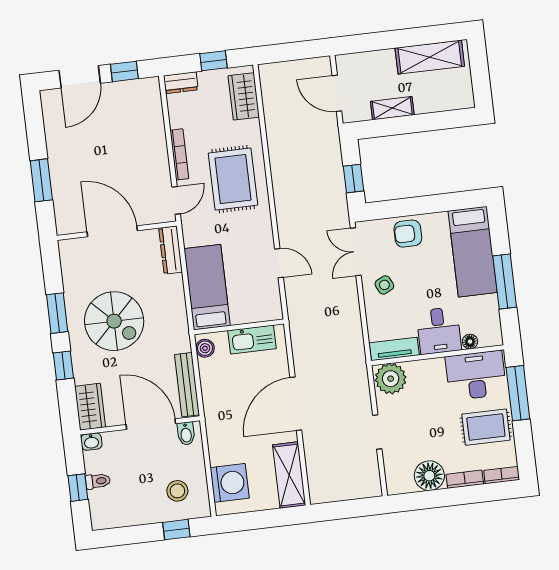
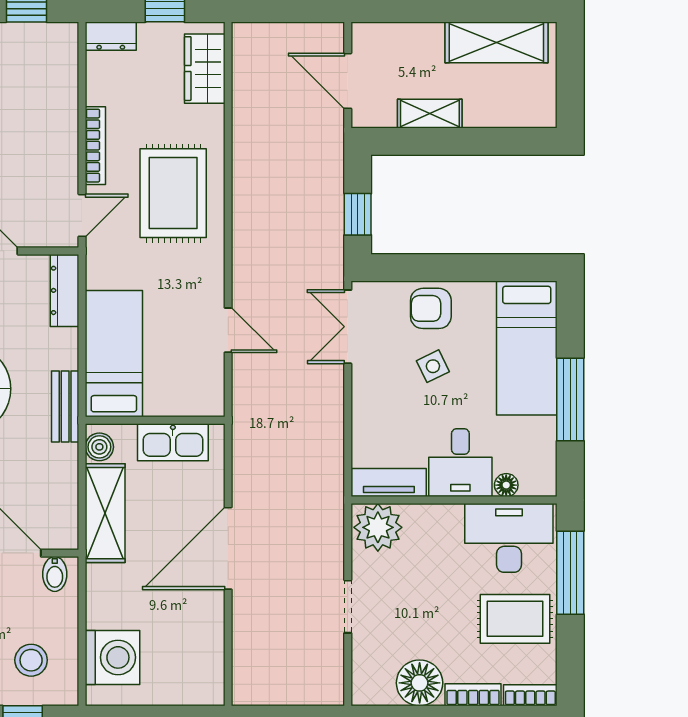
side table: (384, 285) -> (433, 366), moved
bench: (187, 385) -> (65, 406), moved, width x0.73
shelving: (289, 475) -> (105, 513), moved

